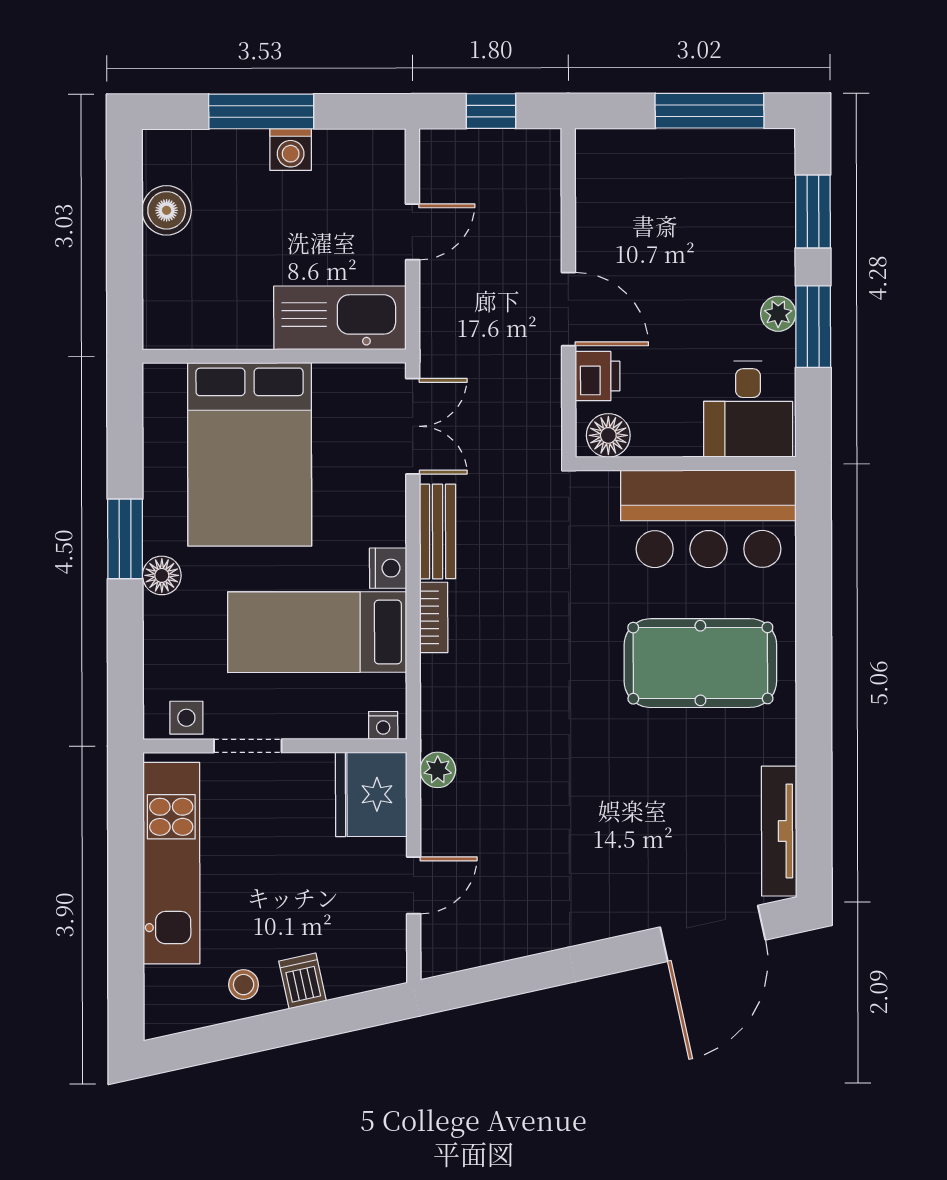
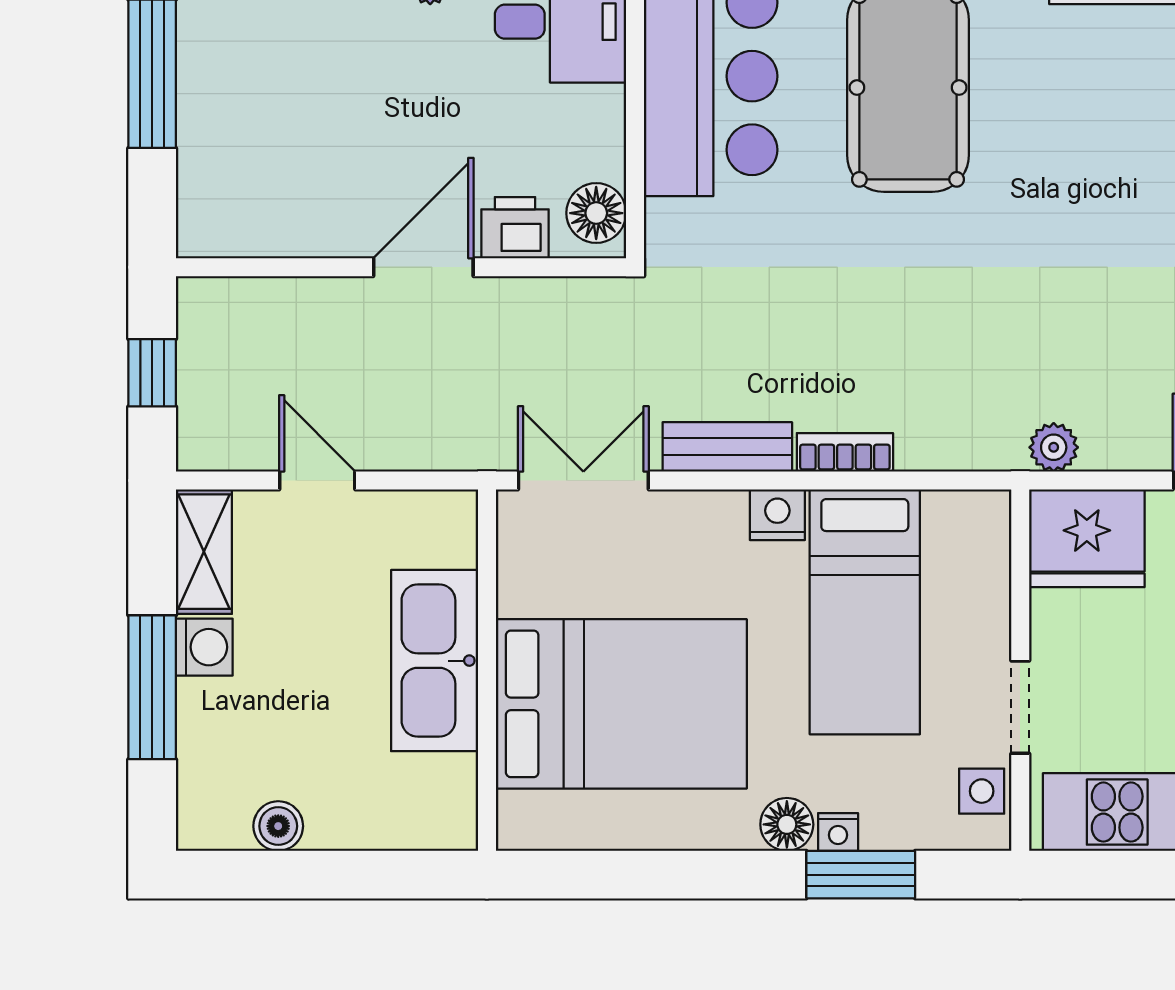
shelving: (360, 149) -> (204, 552), added
boiler: (167, 210) -> (278, 826), width x0.73, depth x0.73
kitchen sink: (340, 318) -> (435, 661), moved
window: (125, 539) -> (861, 875), moved
nightstand: (383, 725) -> (838, 832), moved, turned 90

